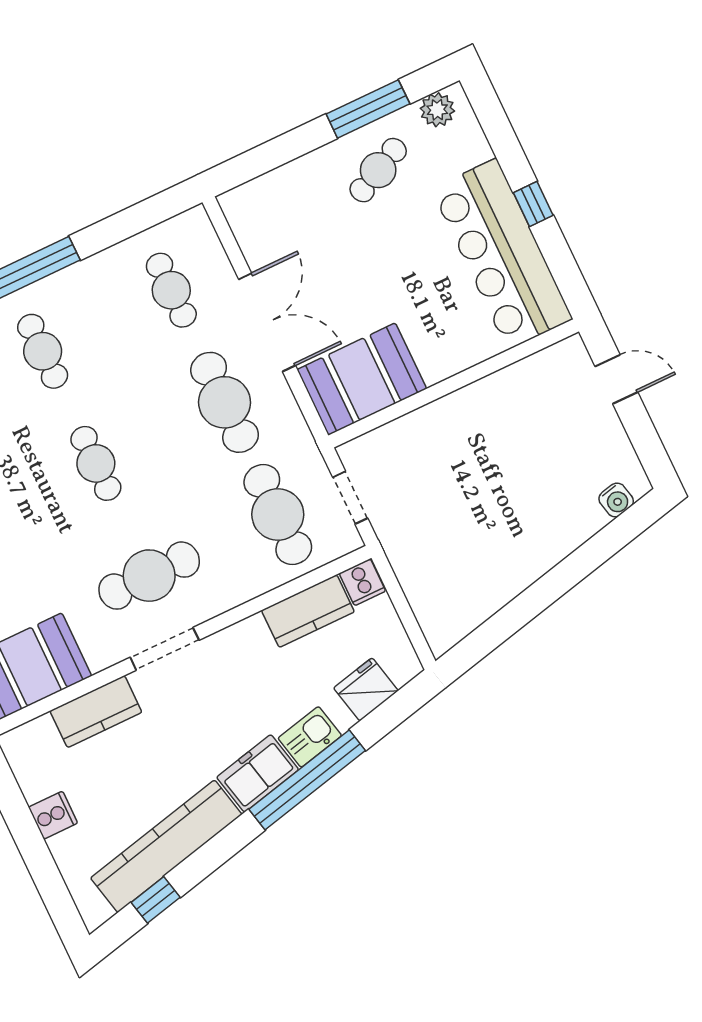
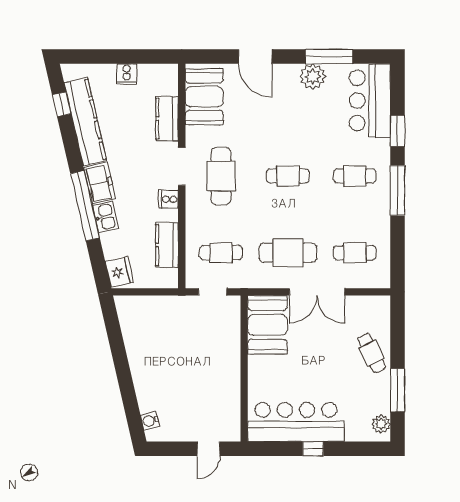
cafe table: (378, 170) -> (372, 353), moved
cafe table: (278, 514) -> (221, 253), width x0.73, depth x0.74
cooker: (362, 582) -> (168, 199), moved
fridge: (366, 689) -> (119, 272), moved

